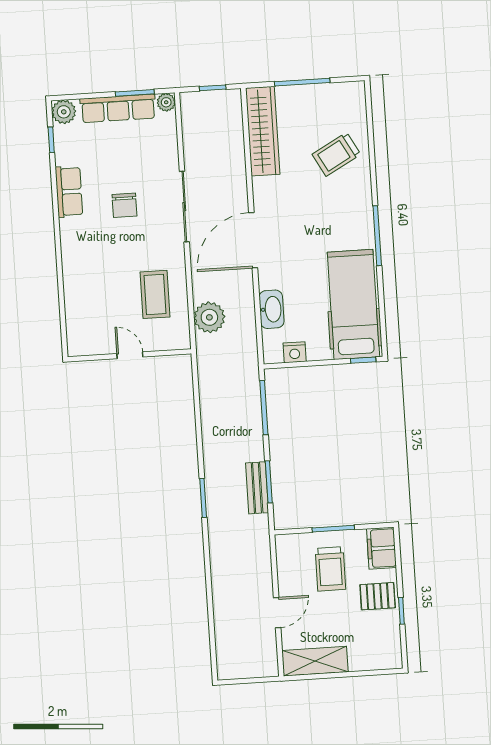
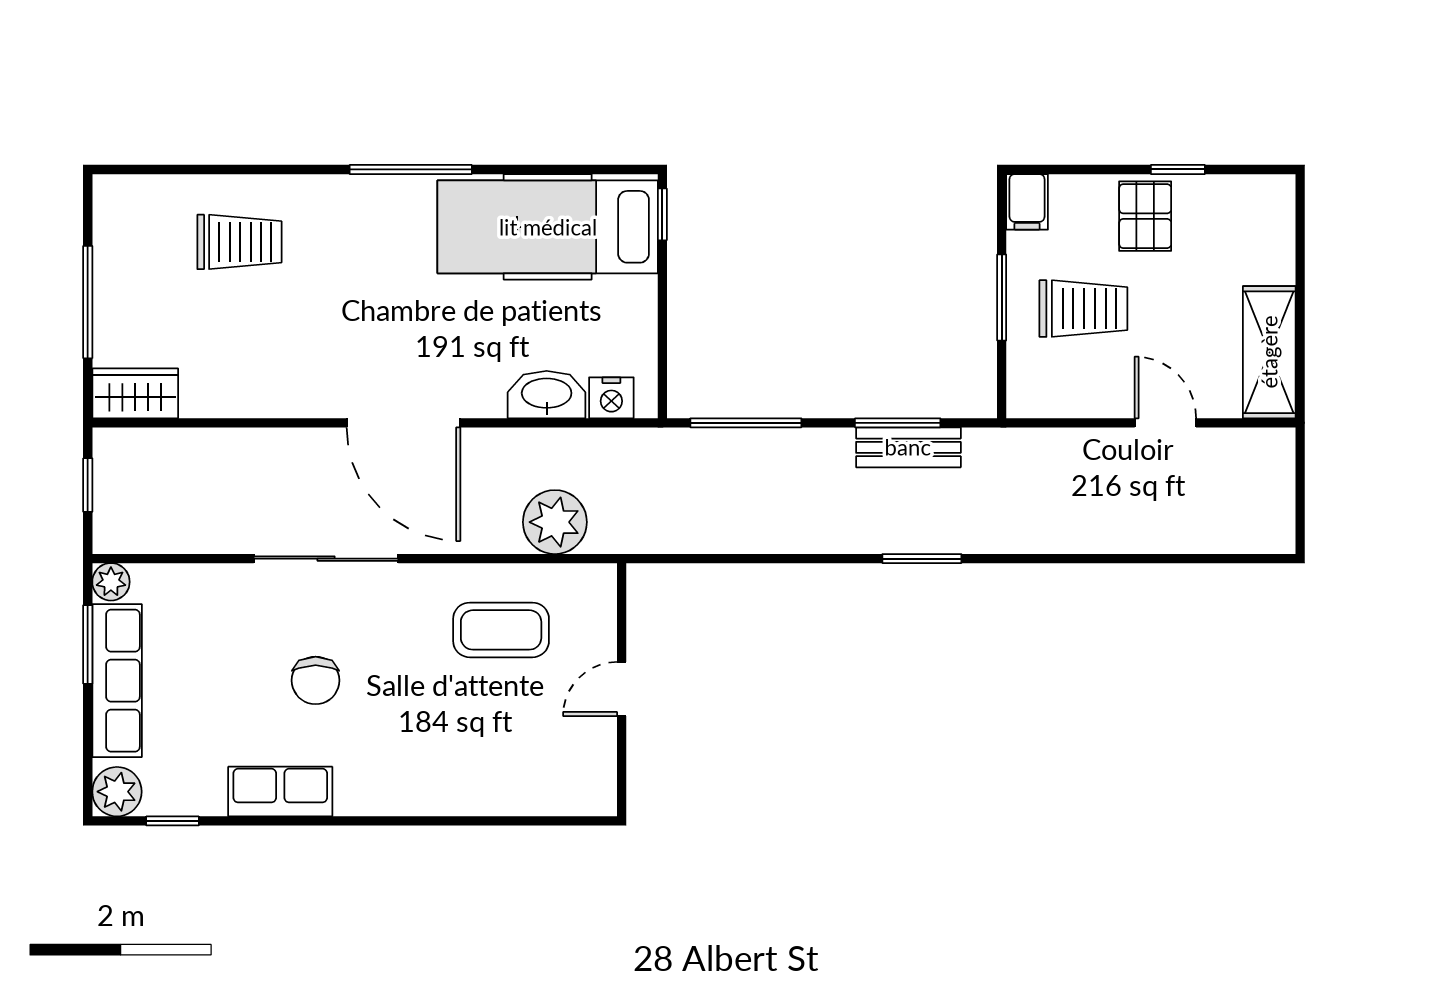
wardrobe: (263, 131) -> (135, 393), width x0.48, depth x0.85
trolley: (336, 154) -> (239, 242), turned -61
chair: (124, 205) -> (316, 680), turned 90
nightstand: (295, 352) -> (611, 398), moved, turned 90
filing cabinet: (381, 548) -> (1027, 202), width x0.50

